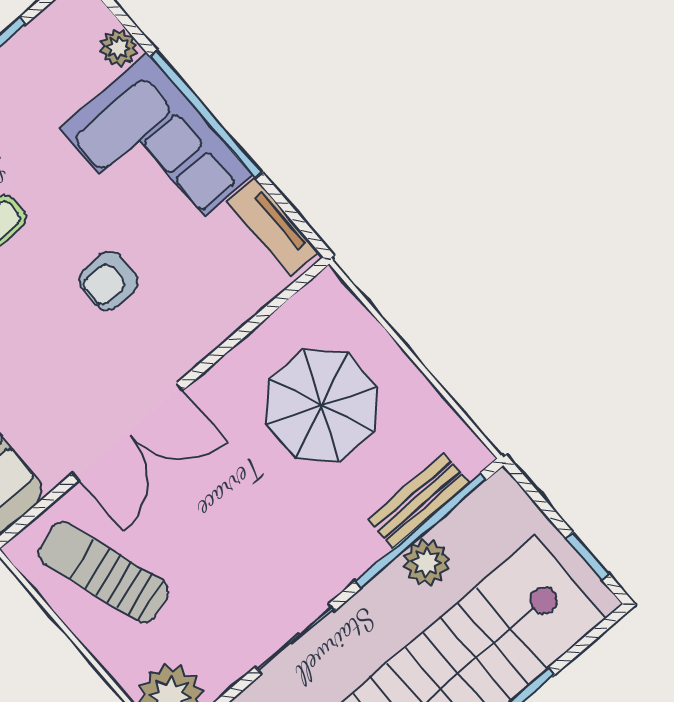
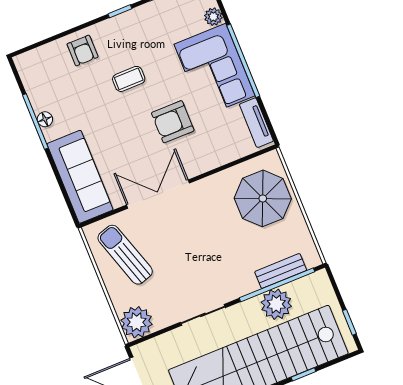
armchair: (109, 280) -> (173, 122), width x1.38, depth x1.38
parasol: (322, 405) -> (263, 198), moved
double door: (128, 432) -> (158, 194), swing flipped
plant: (426, 562) -> (276, 304), width x1.36, depth x1.36

